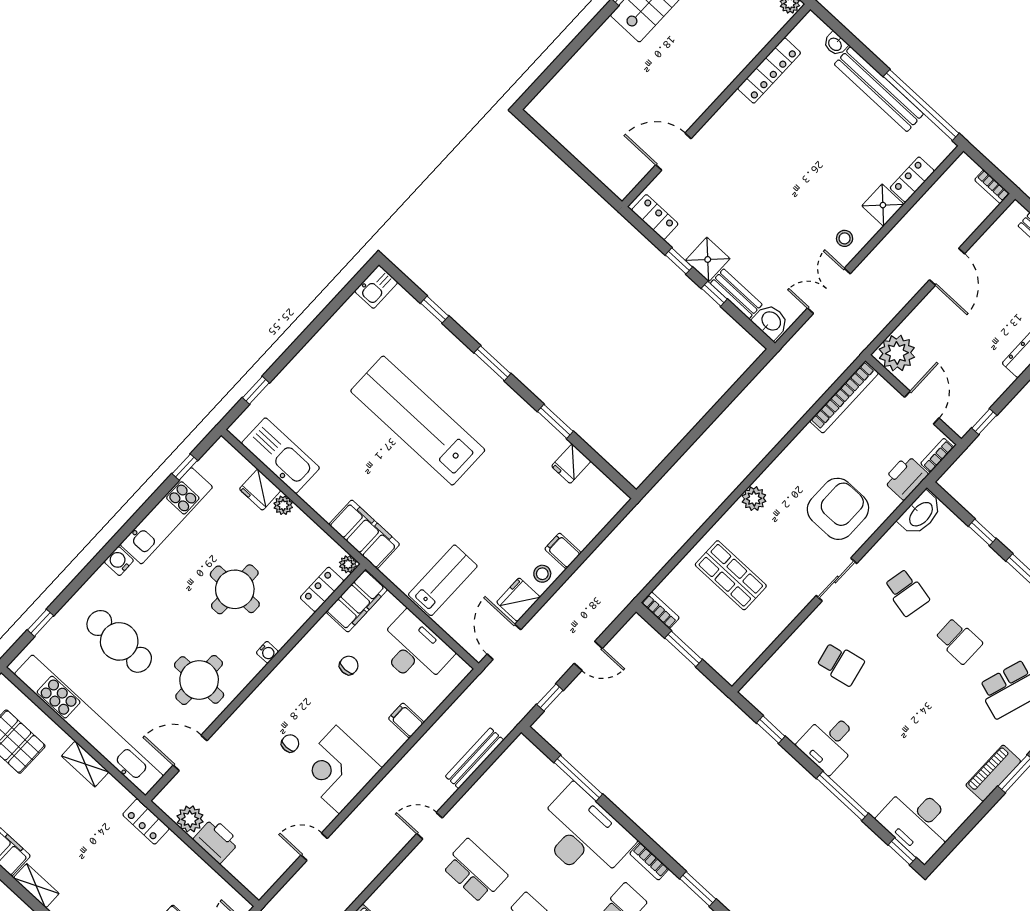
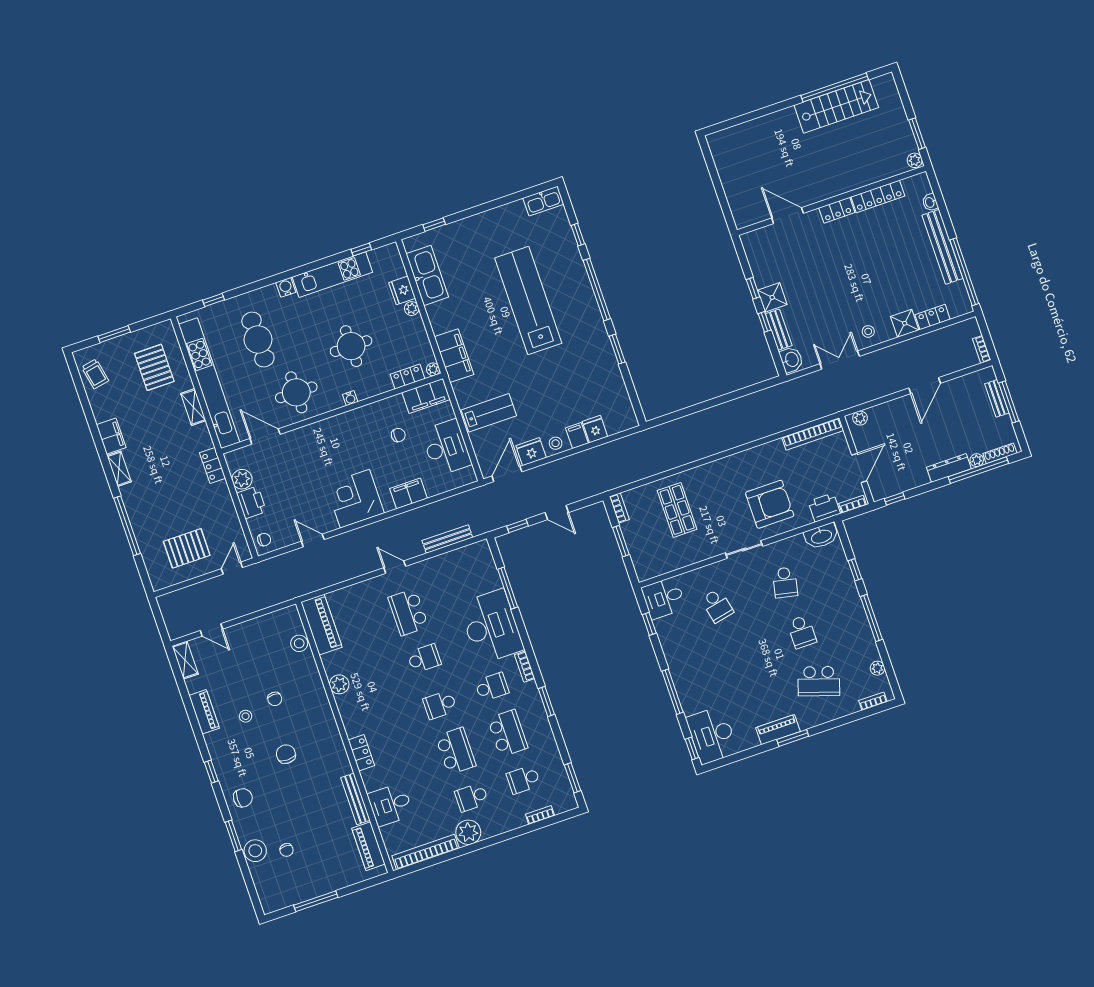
locker: (655, 217) -> (837, 210), moved, turned 90
kitchen sink: (376, 287) -> (543, 201), width x1.38
plant: (897, 353) -> (860, 418), width x0.53, depth x0.53
window: (492, 363) -> (597, 290), width x2.11
fridge: (571, 464) -> (595, 429), moved, turned 90
plant: (754, 499) -> (719, 468), removed
filing cabinet: (406, 720) -> (409, 493), width x2.00
chair: (290, 743) -> (264, 540), moved
desk: (829, 743) -> (664, 598), moved
school desk: (475, 871) -> (408, 612), turned 180

